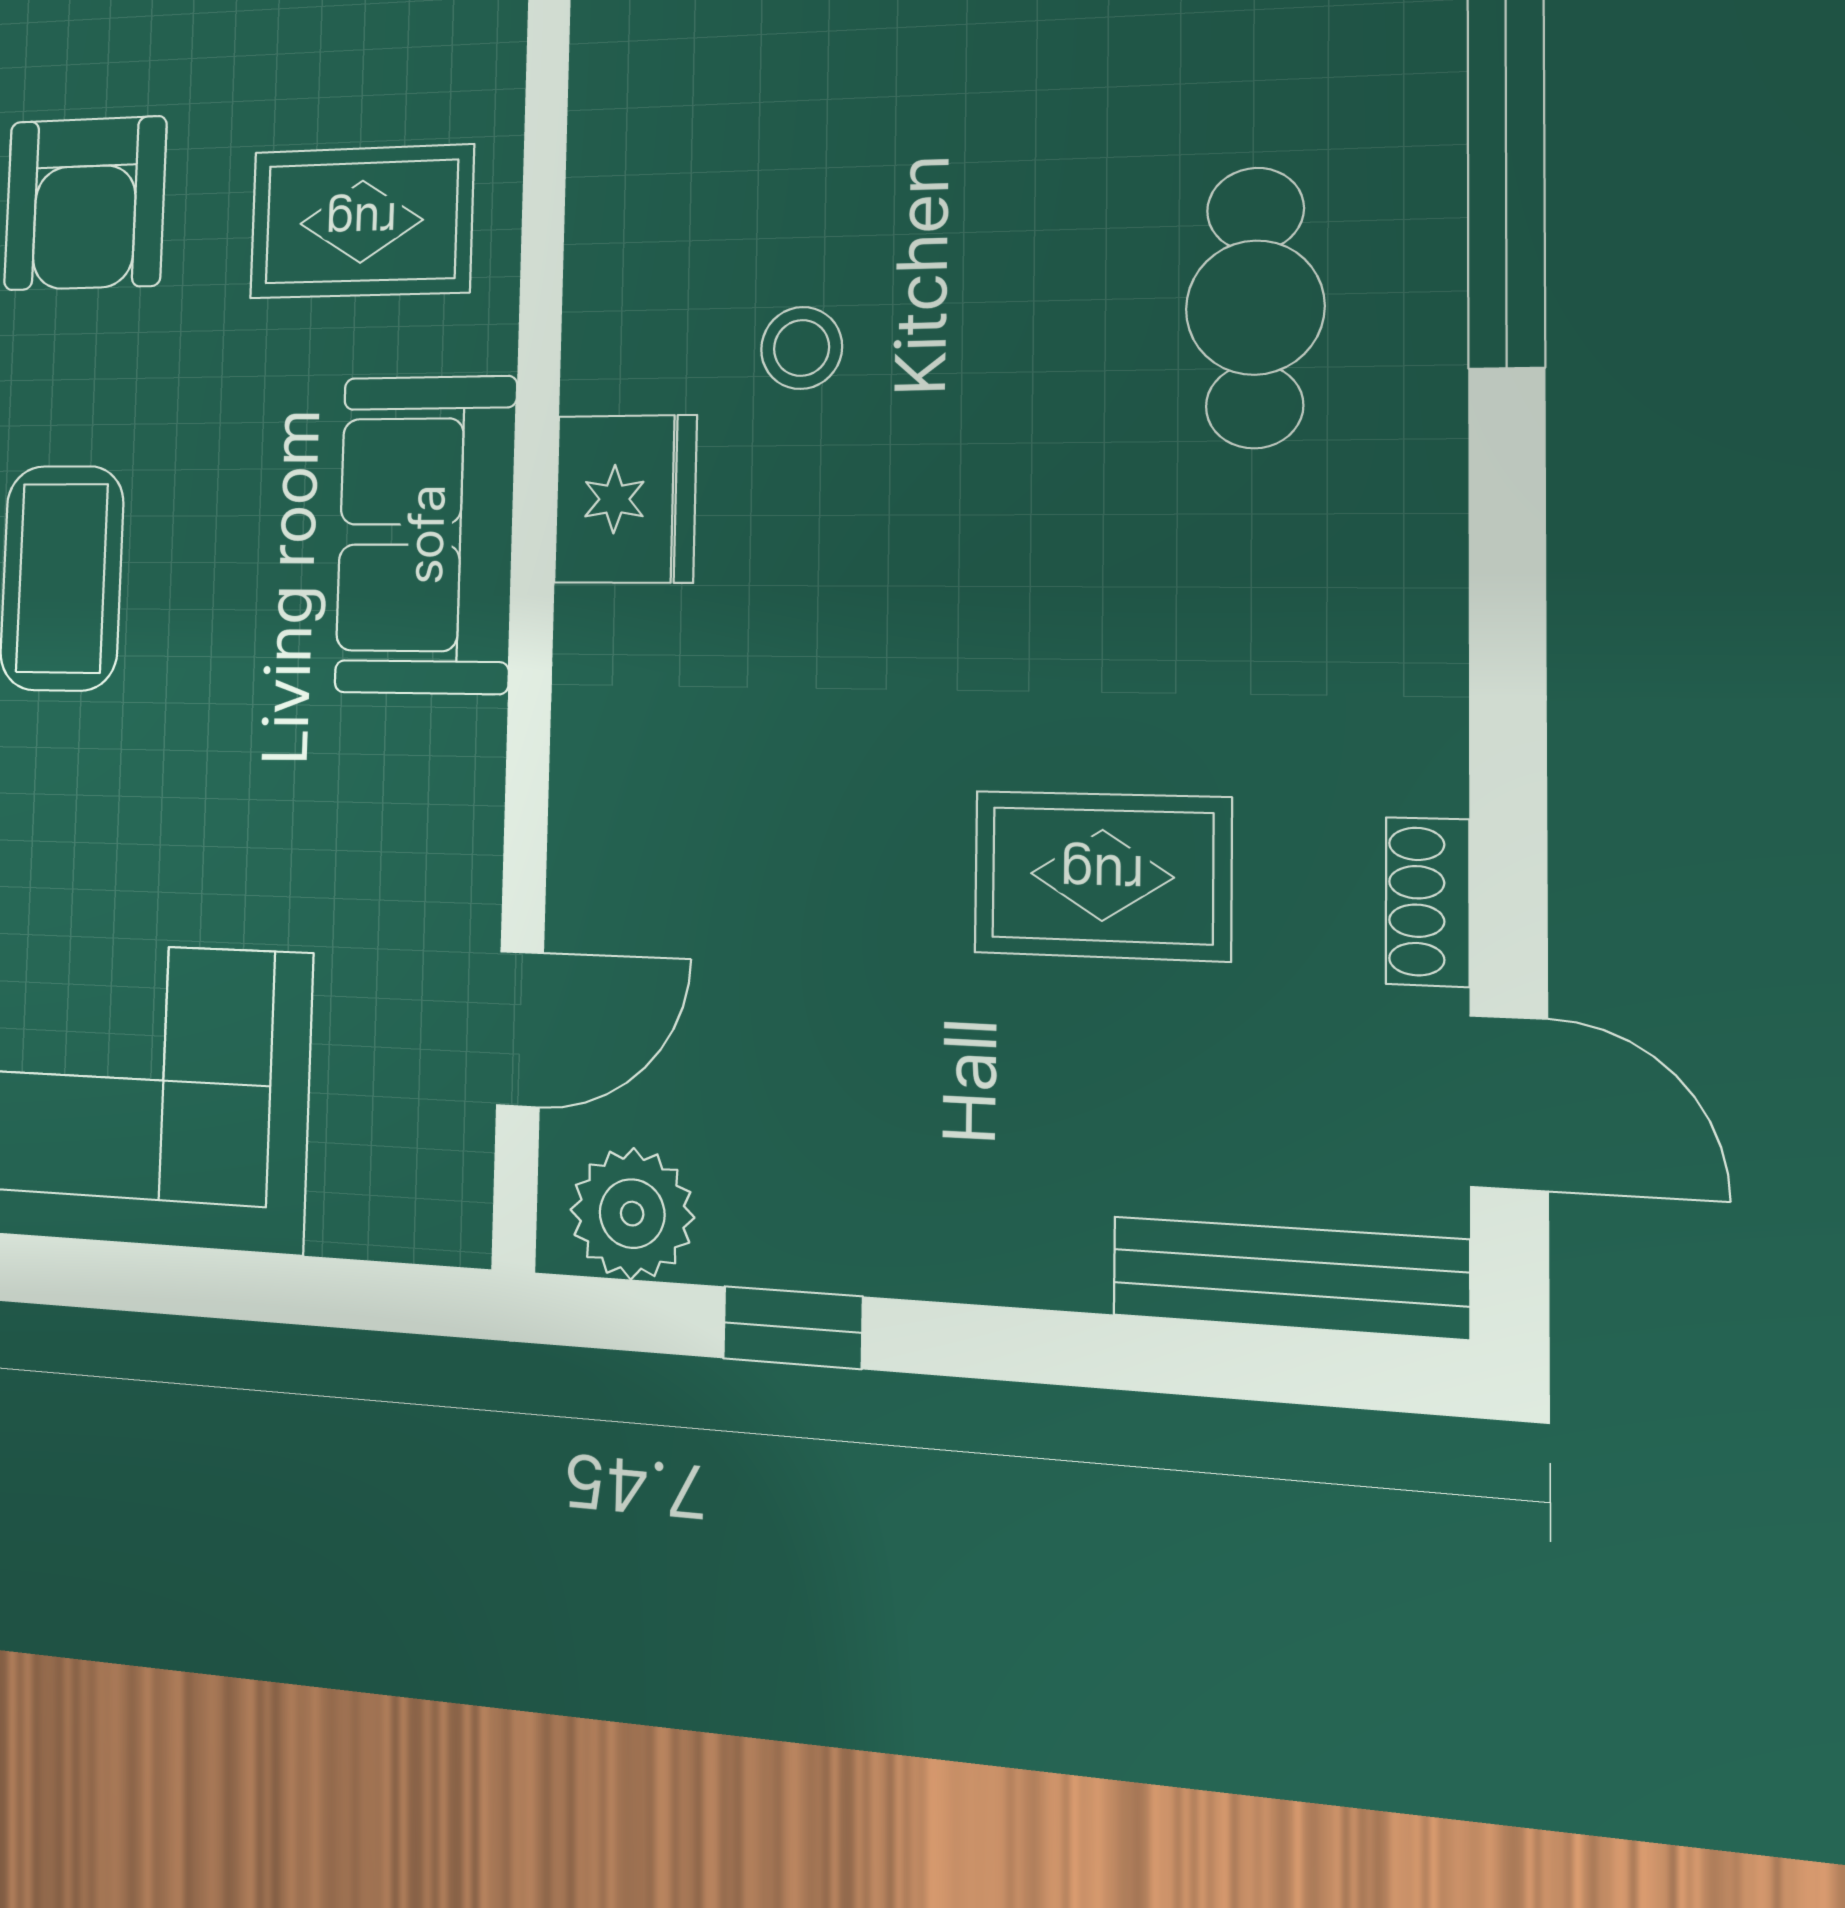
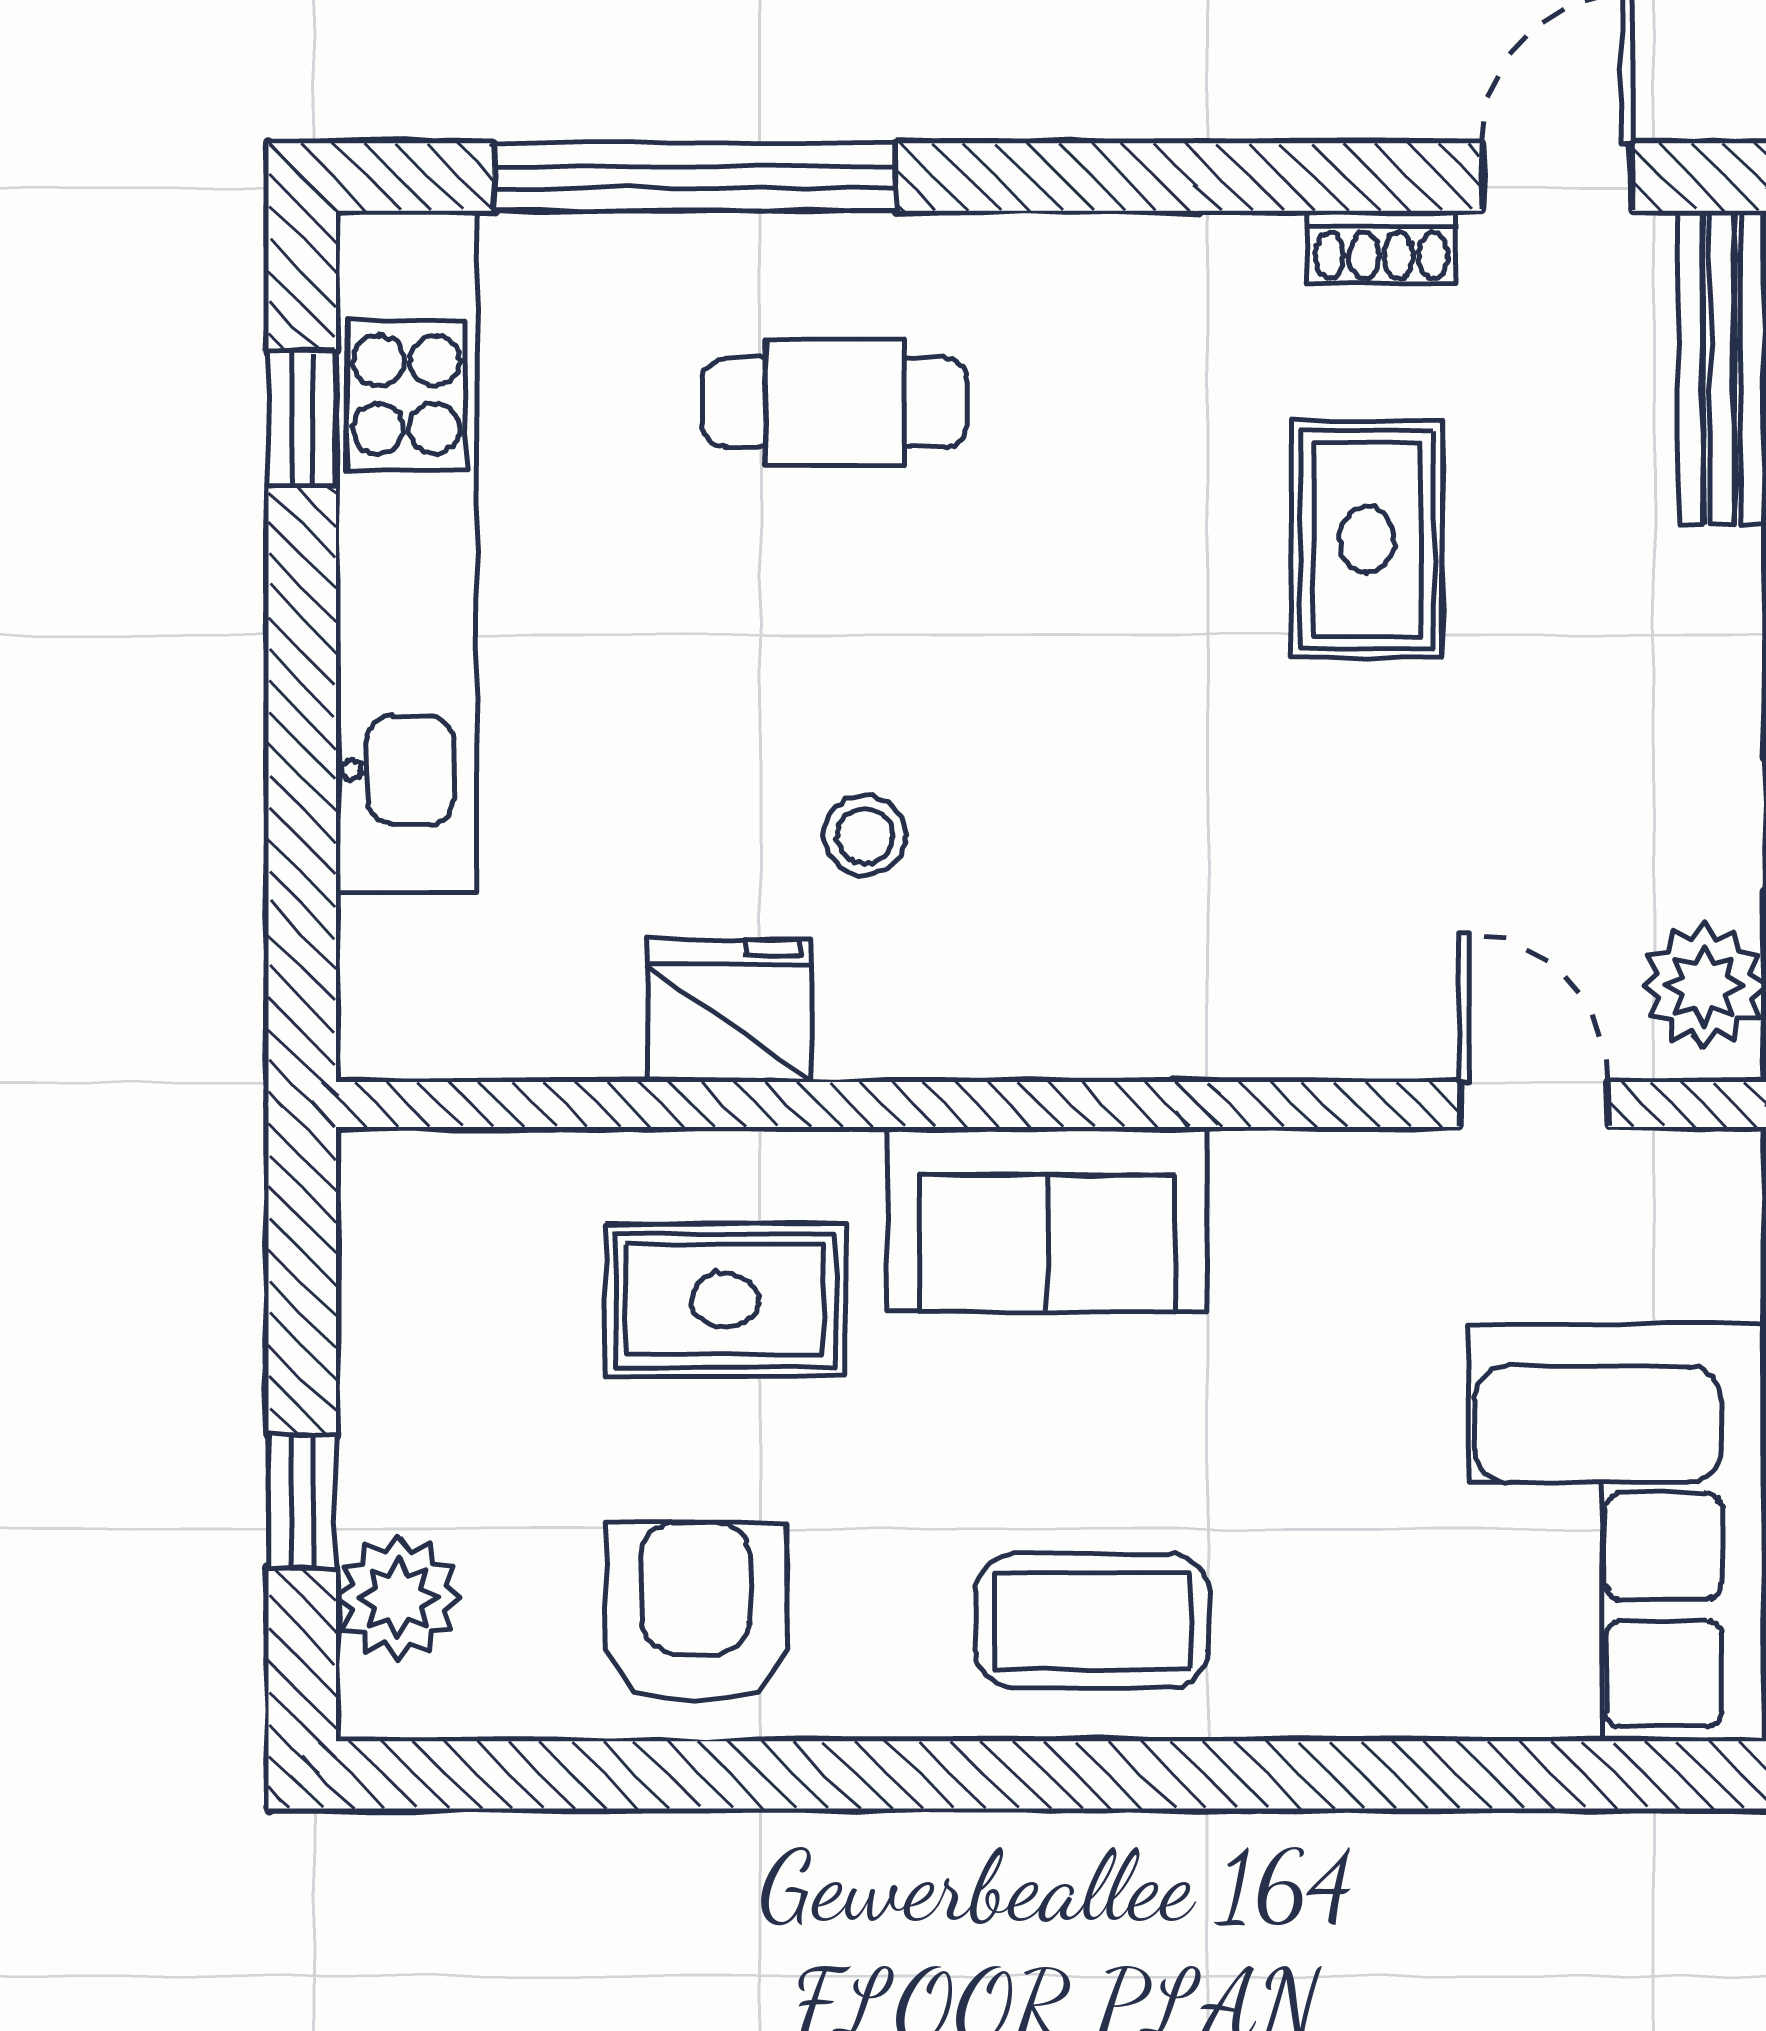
armchair: (85, 203) -> (696, 1613), turned -90
rug: (361, 222) -> (725, 1300), turned 90
fridge: (625, 499) -> (729, 1011), moved

